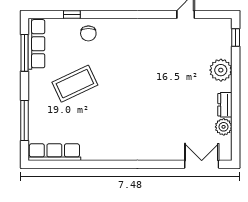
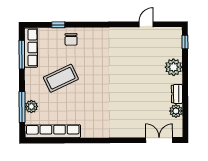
plant: (36, 120) -> (31, 107), added
row of seats: (54, 152) -> (53, 131), width x1.36

